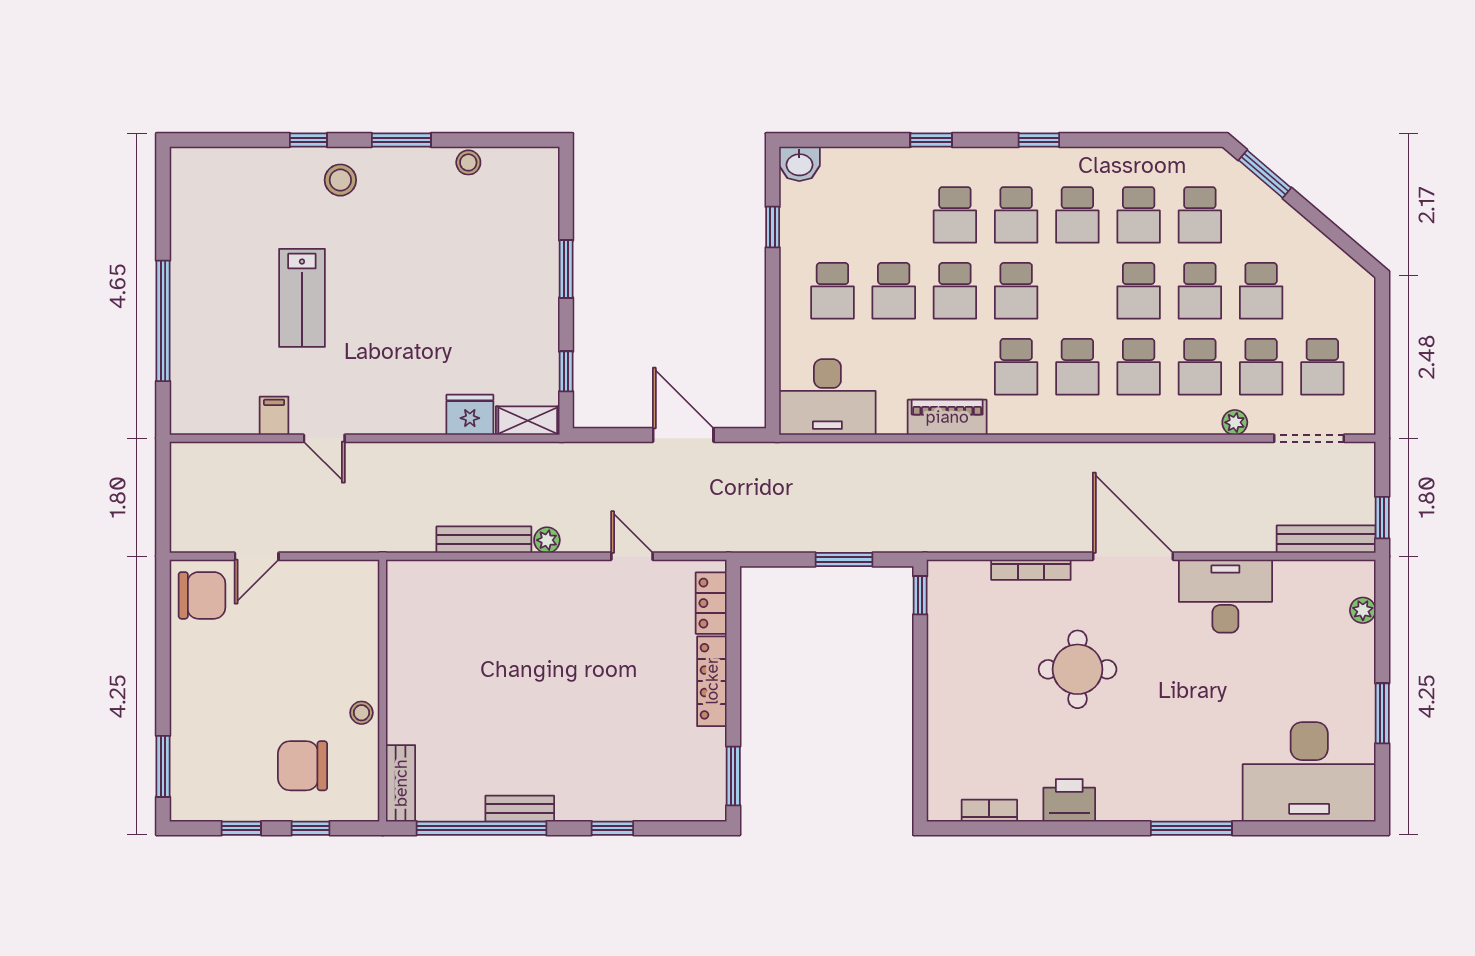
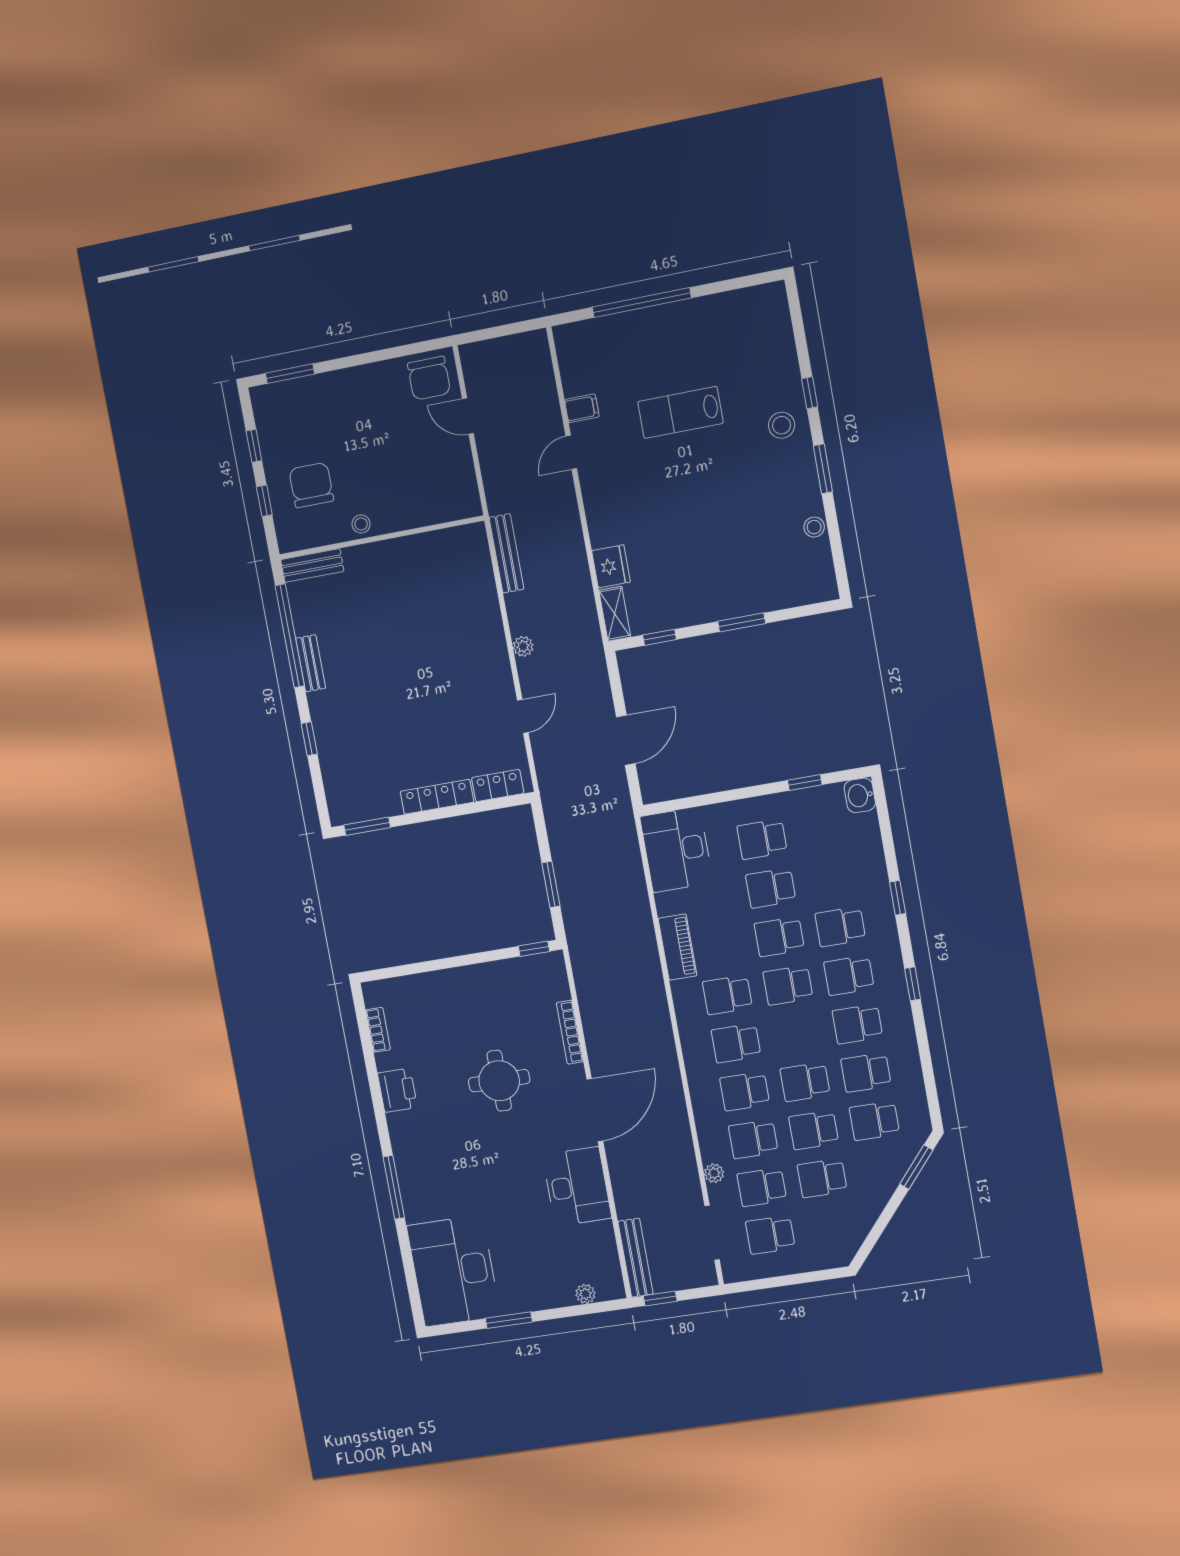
bench: (484, 540) -> (506, 553), moved

